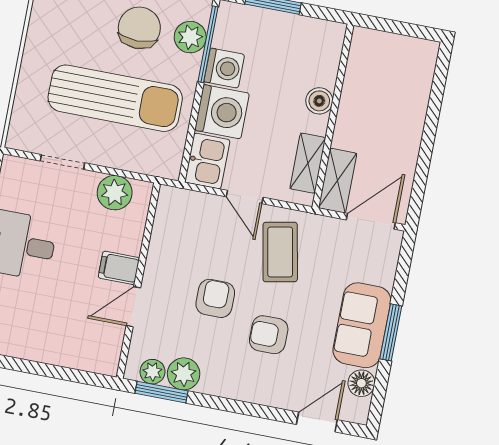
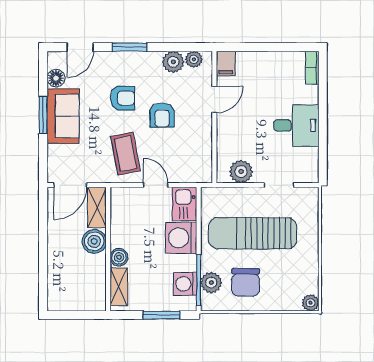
washing machine: (224, 68) -> (185, 284), moved
boiler: (351, 131) -> (94, 241), added
shelving: (308, 163) -> (119, 287), moved
filing cabinet: (119, 268) -> (226, 63), moved, turned 90
window: (161, 392) -> (130, 47), moved

